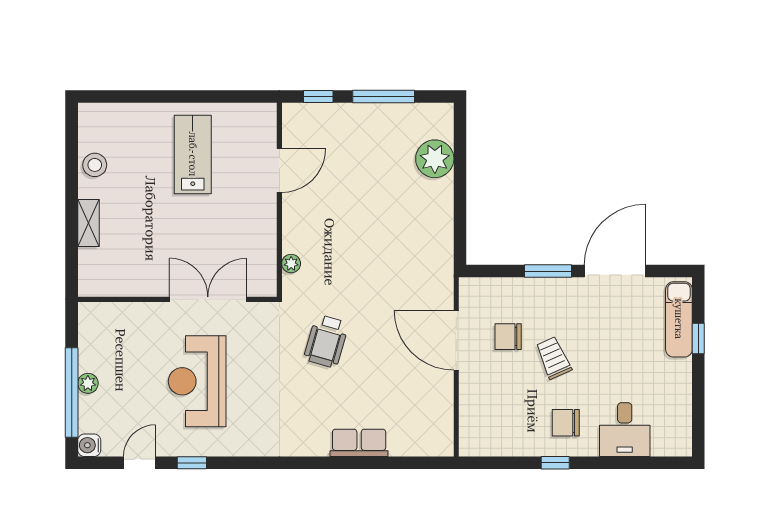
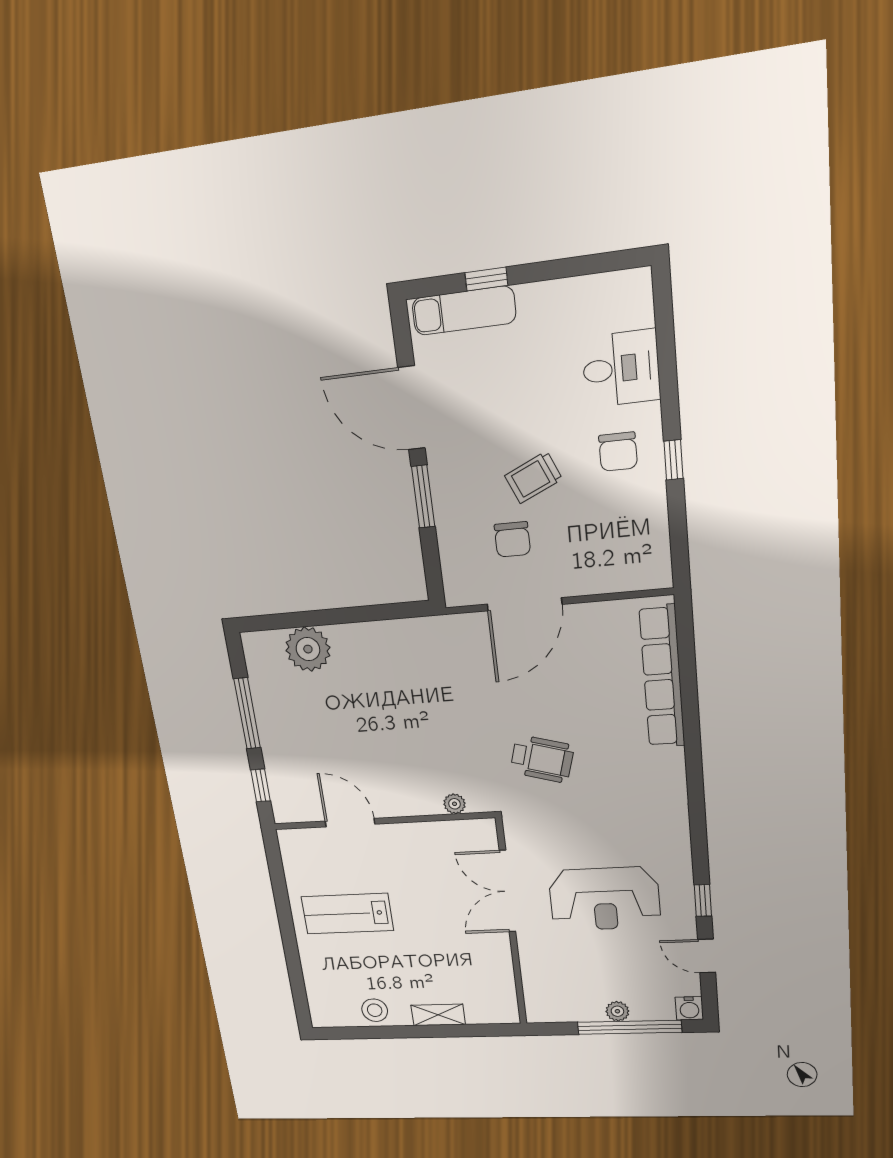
row of seats: (359, 443) -> (662, 677), width x2.02

